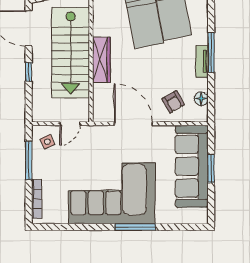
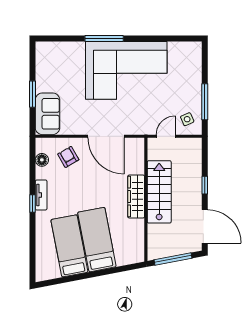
stairs: (71, 53) -> (159, 192), width x0.73, depth x0.66
window: (211, 53) -> (32, 203), width x0.46
sofa: (192, 166) -> (47, 114), width x0.54, depth x0.79
bookcase: (37, 199) -> (197, 65), removed

